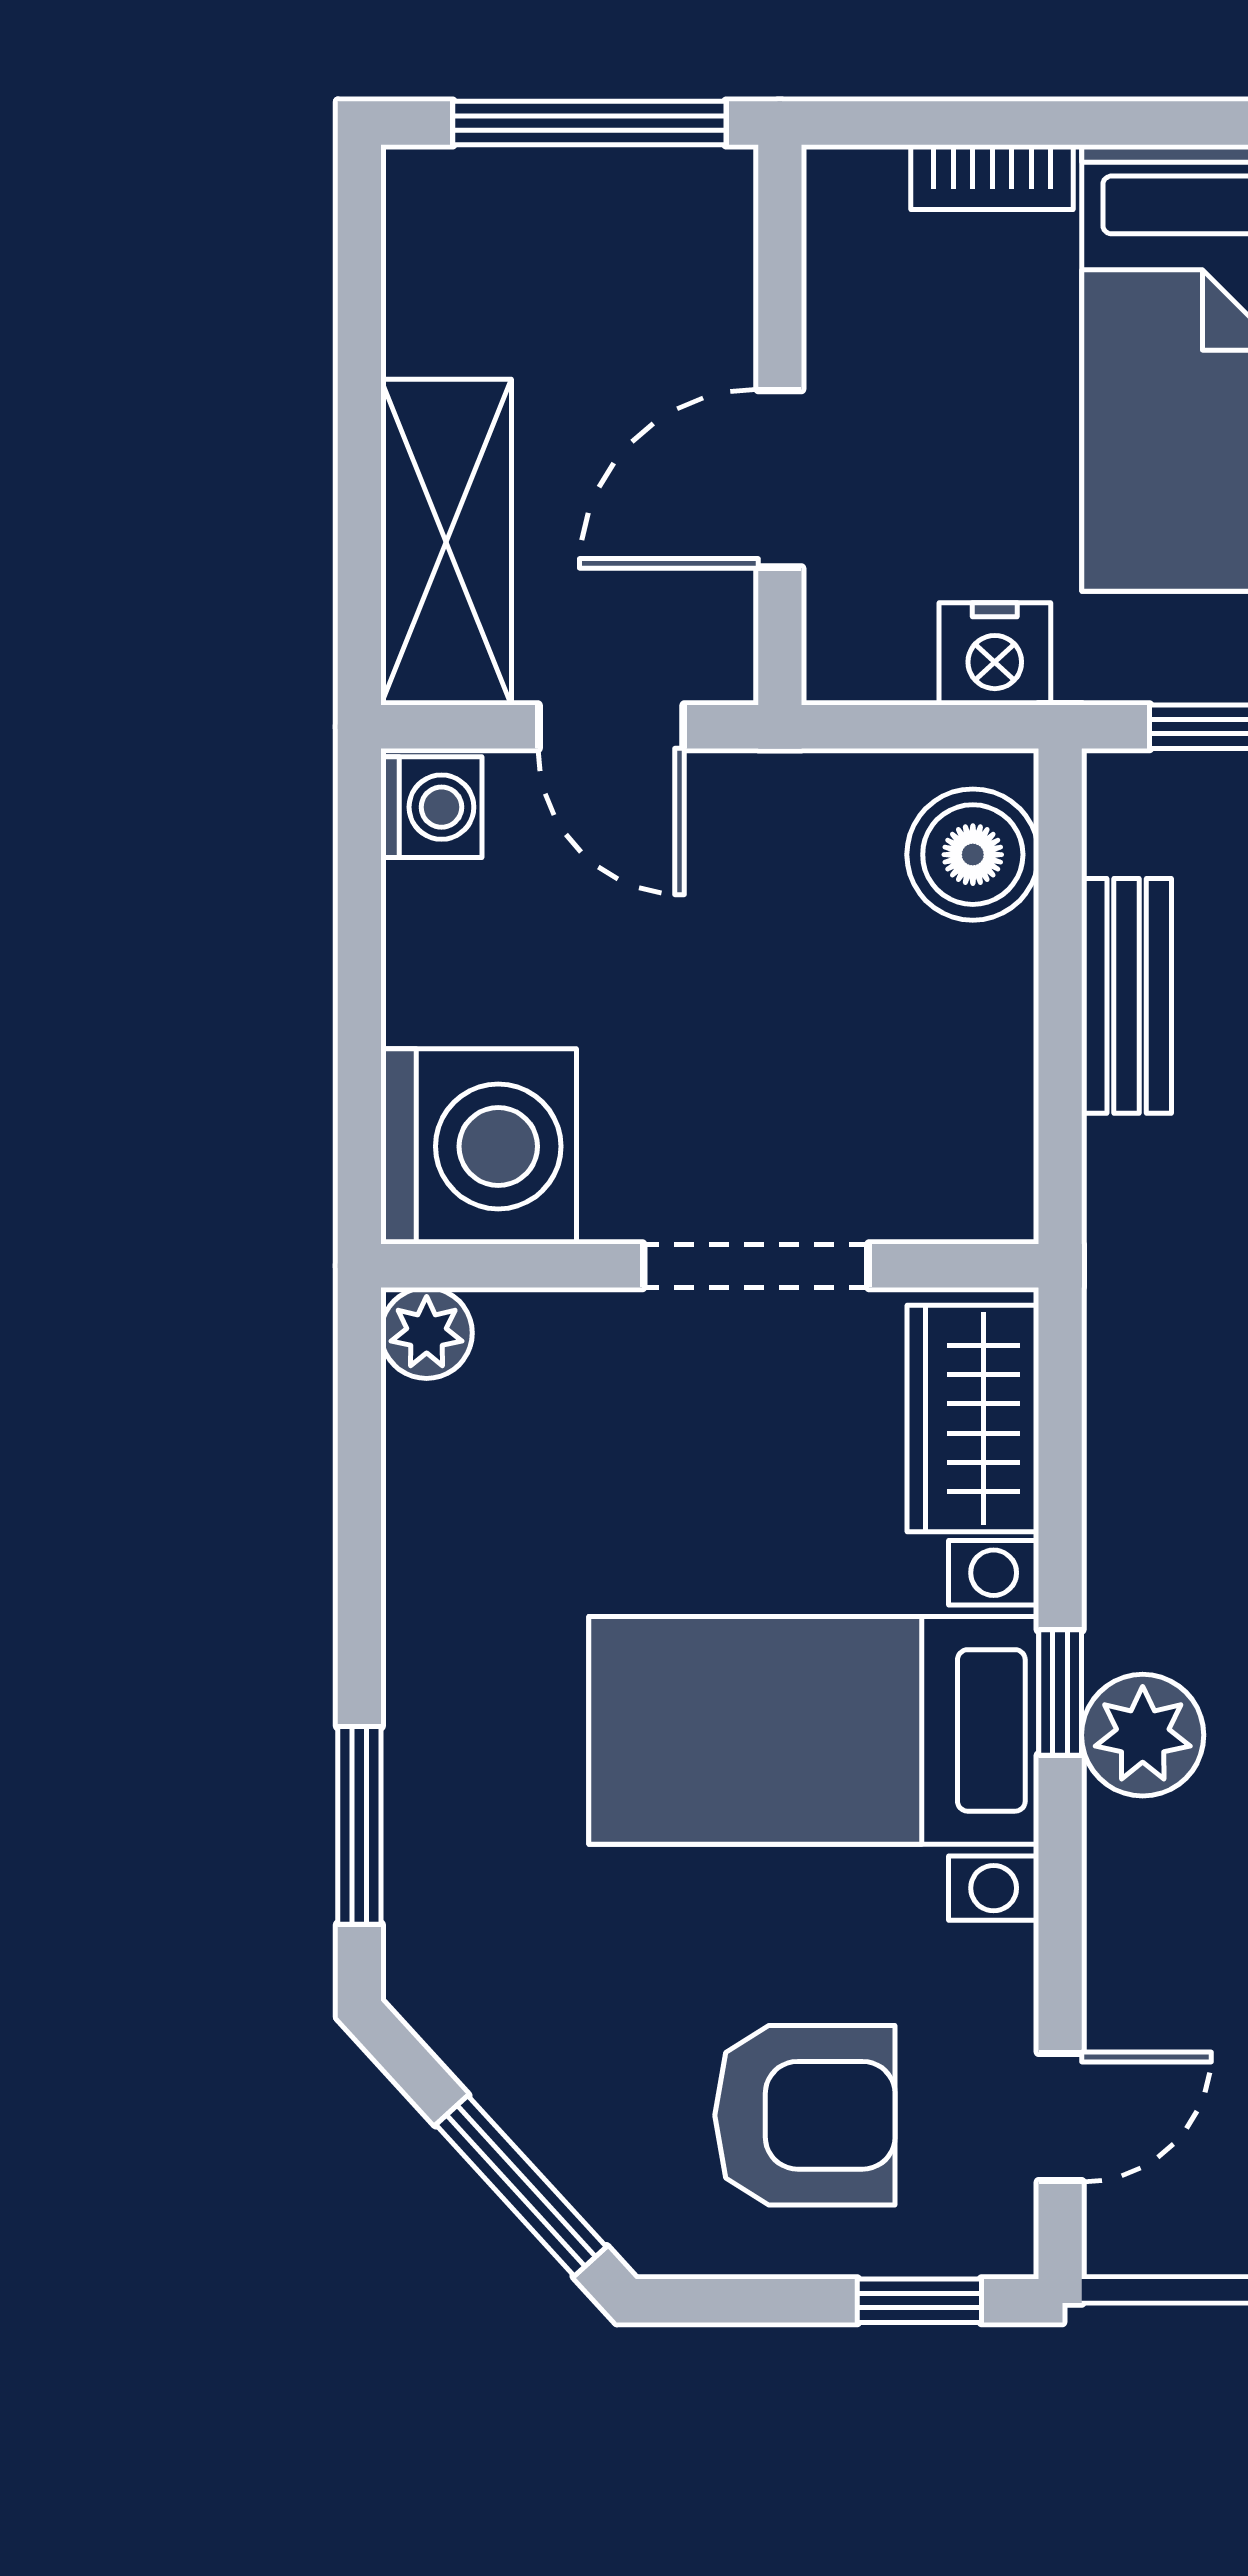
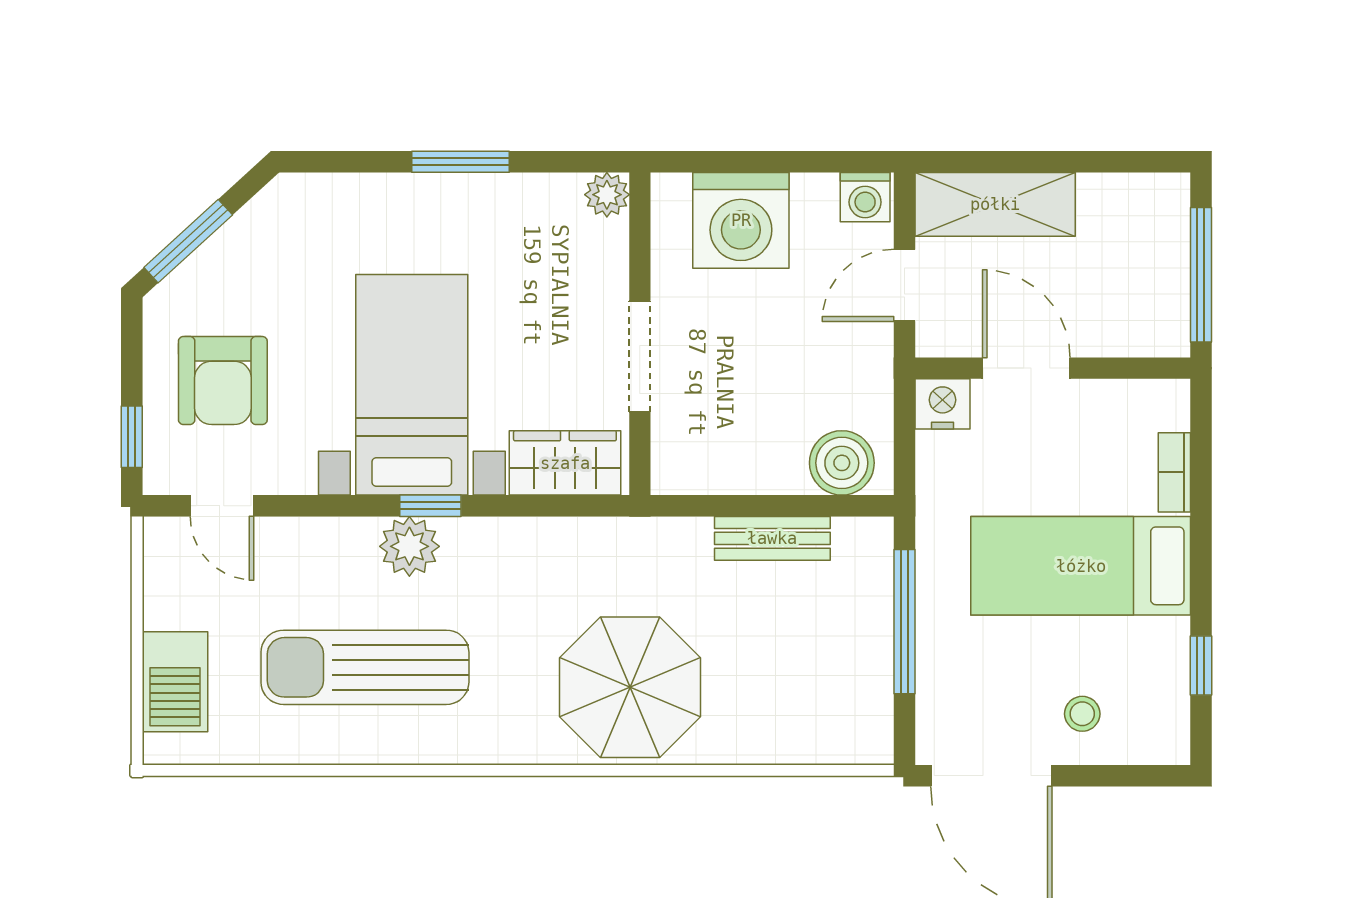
nightstand: (995, 654) -> (943, 404), moved, turned 90
washing machine: (479, 1146) -> (741, 220), moved
window: (359, 1825) -> (461, 162), moved

